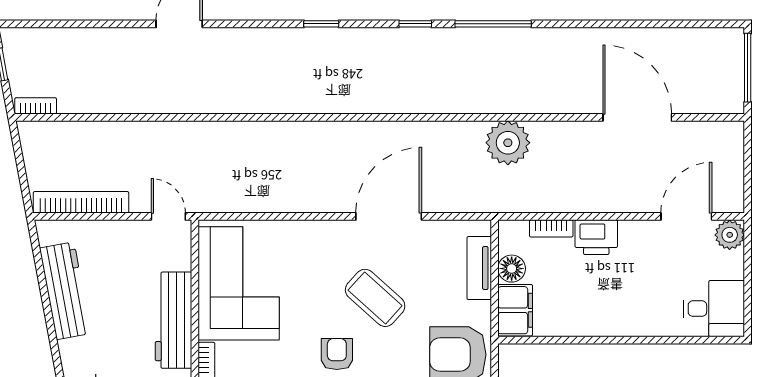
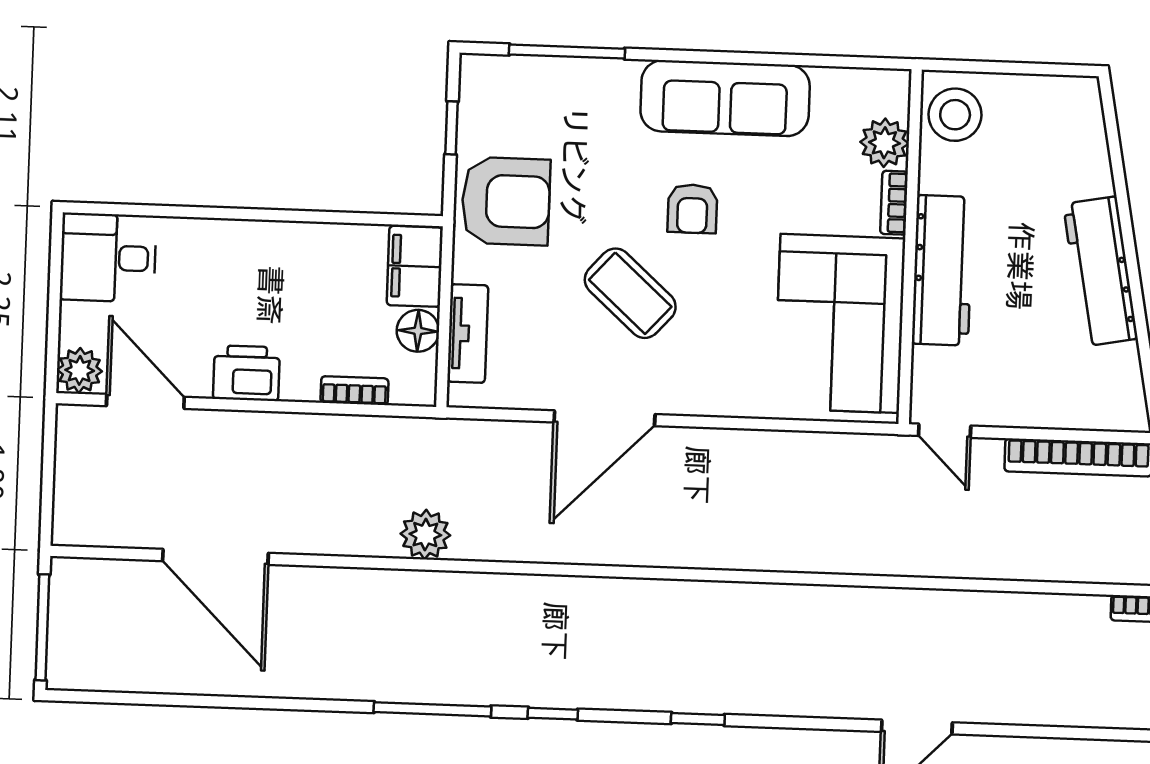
plant: (508, 143) -> (425, 535), width x0.73, depth x0.73
door: (686, 216) -> (145, 401), swing flipped
printer: (596, 237) -> (246, 373), moved
workbench: (65, 291) -> (1100, 271), moved

